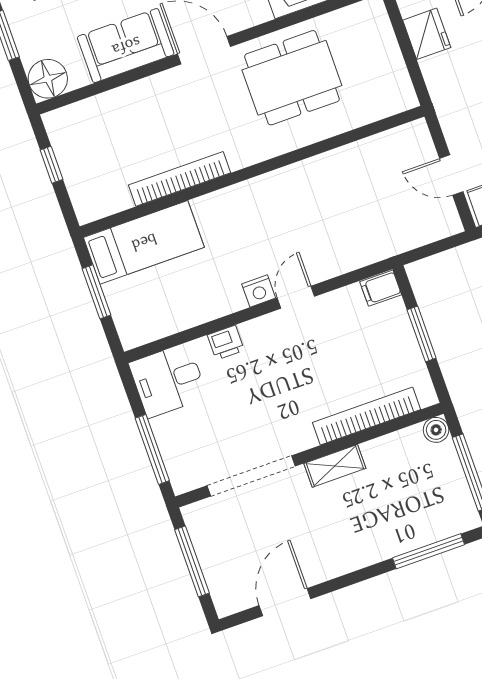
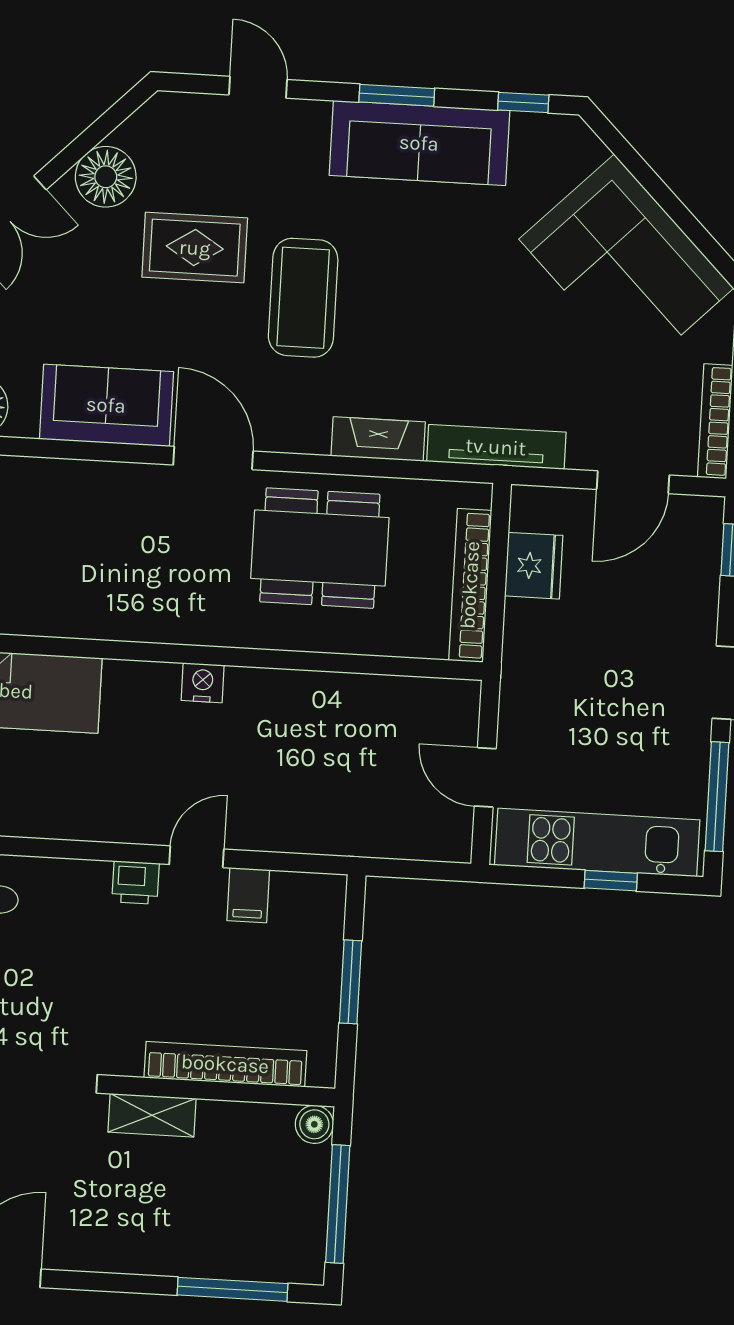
bookcase: (180, 179) -> (470, 585), moved, turned -90
filing cabinet: (381, 288) -> (248, 895), moved, turned -90
nightstand: (259, 291) -> (203, 683), moved, turned 180
printer: (226, 343) -> (135, 883), moved

